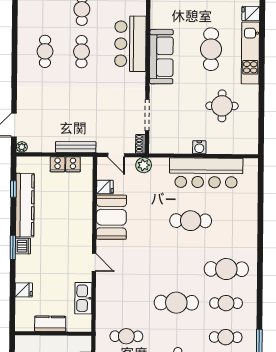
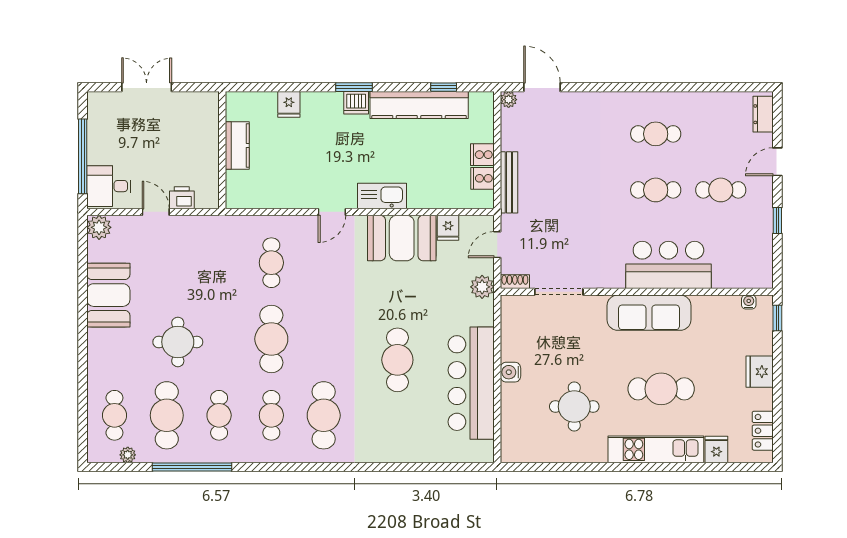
kitchen sink: (83, 298) -> (382, 196), moved
cafe table: (126, 336) -> (271, 263), moved

